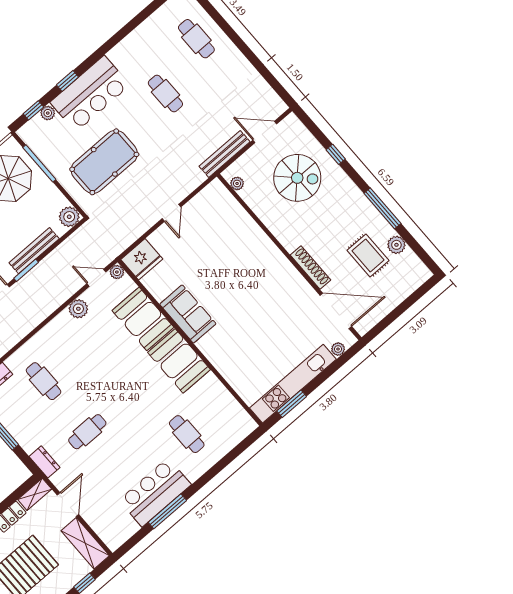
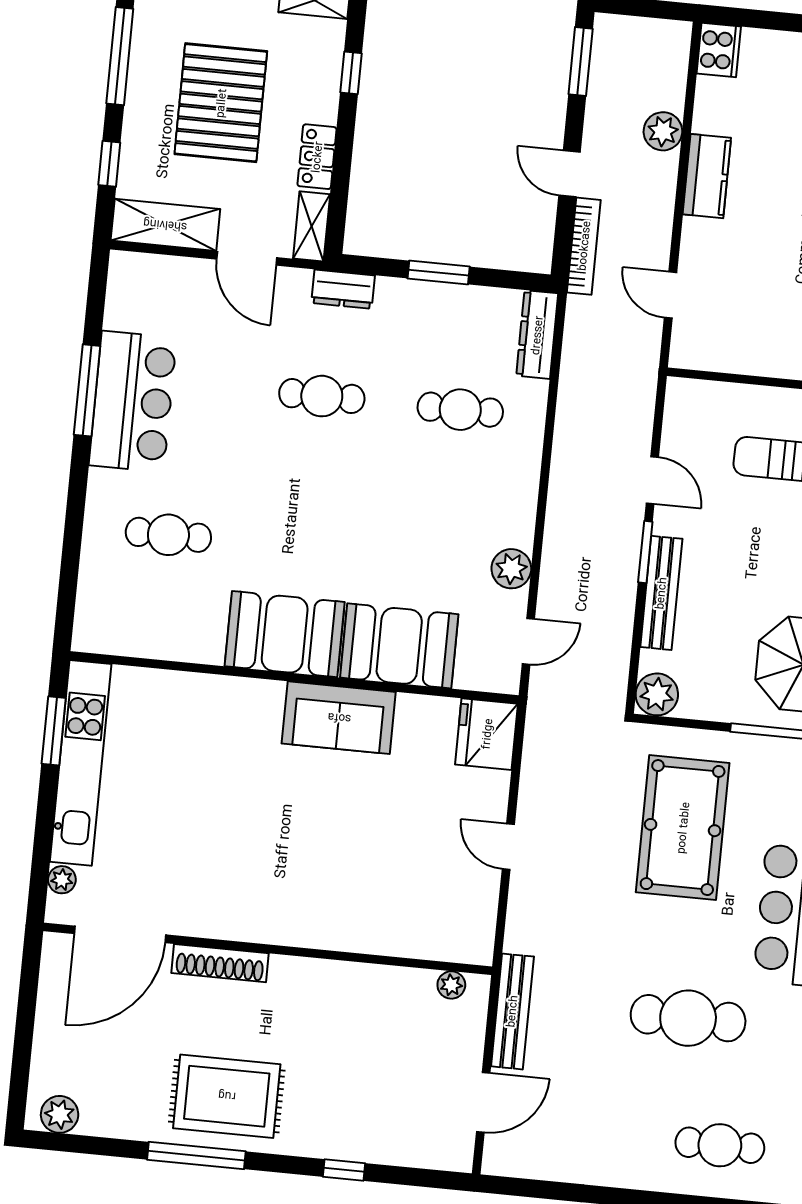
cafe table: (165, 94) -> (688, 1018), width x1.37, depth x1.35
spiral stairs: (297, 178) -> (369, 1080), removed
plant: (396, 245) -> (60, 1114), moved
rug: (368, 255) -> (227, 1096), moved, width x1.36, depth x1.43
plant: (117, 272) -> (506, 679), removed
cafe table: (87, 432) -> (322, 396), turned 90

